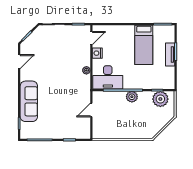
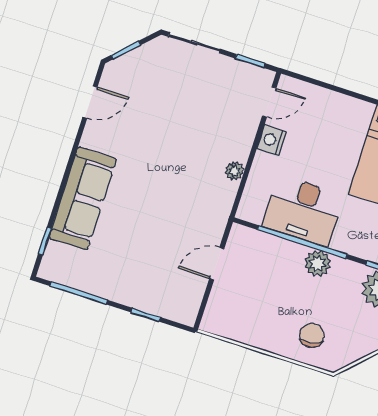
desk: (108, 77) -> (303, 211), moved
chair: (139, 126) -> (312, 335), added

